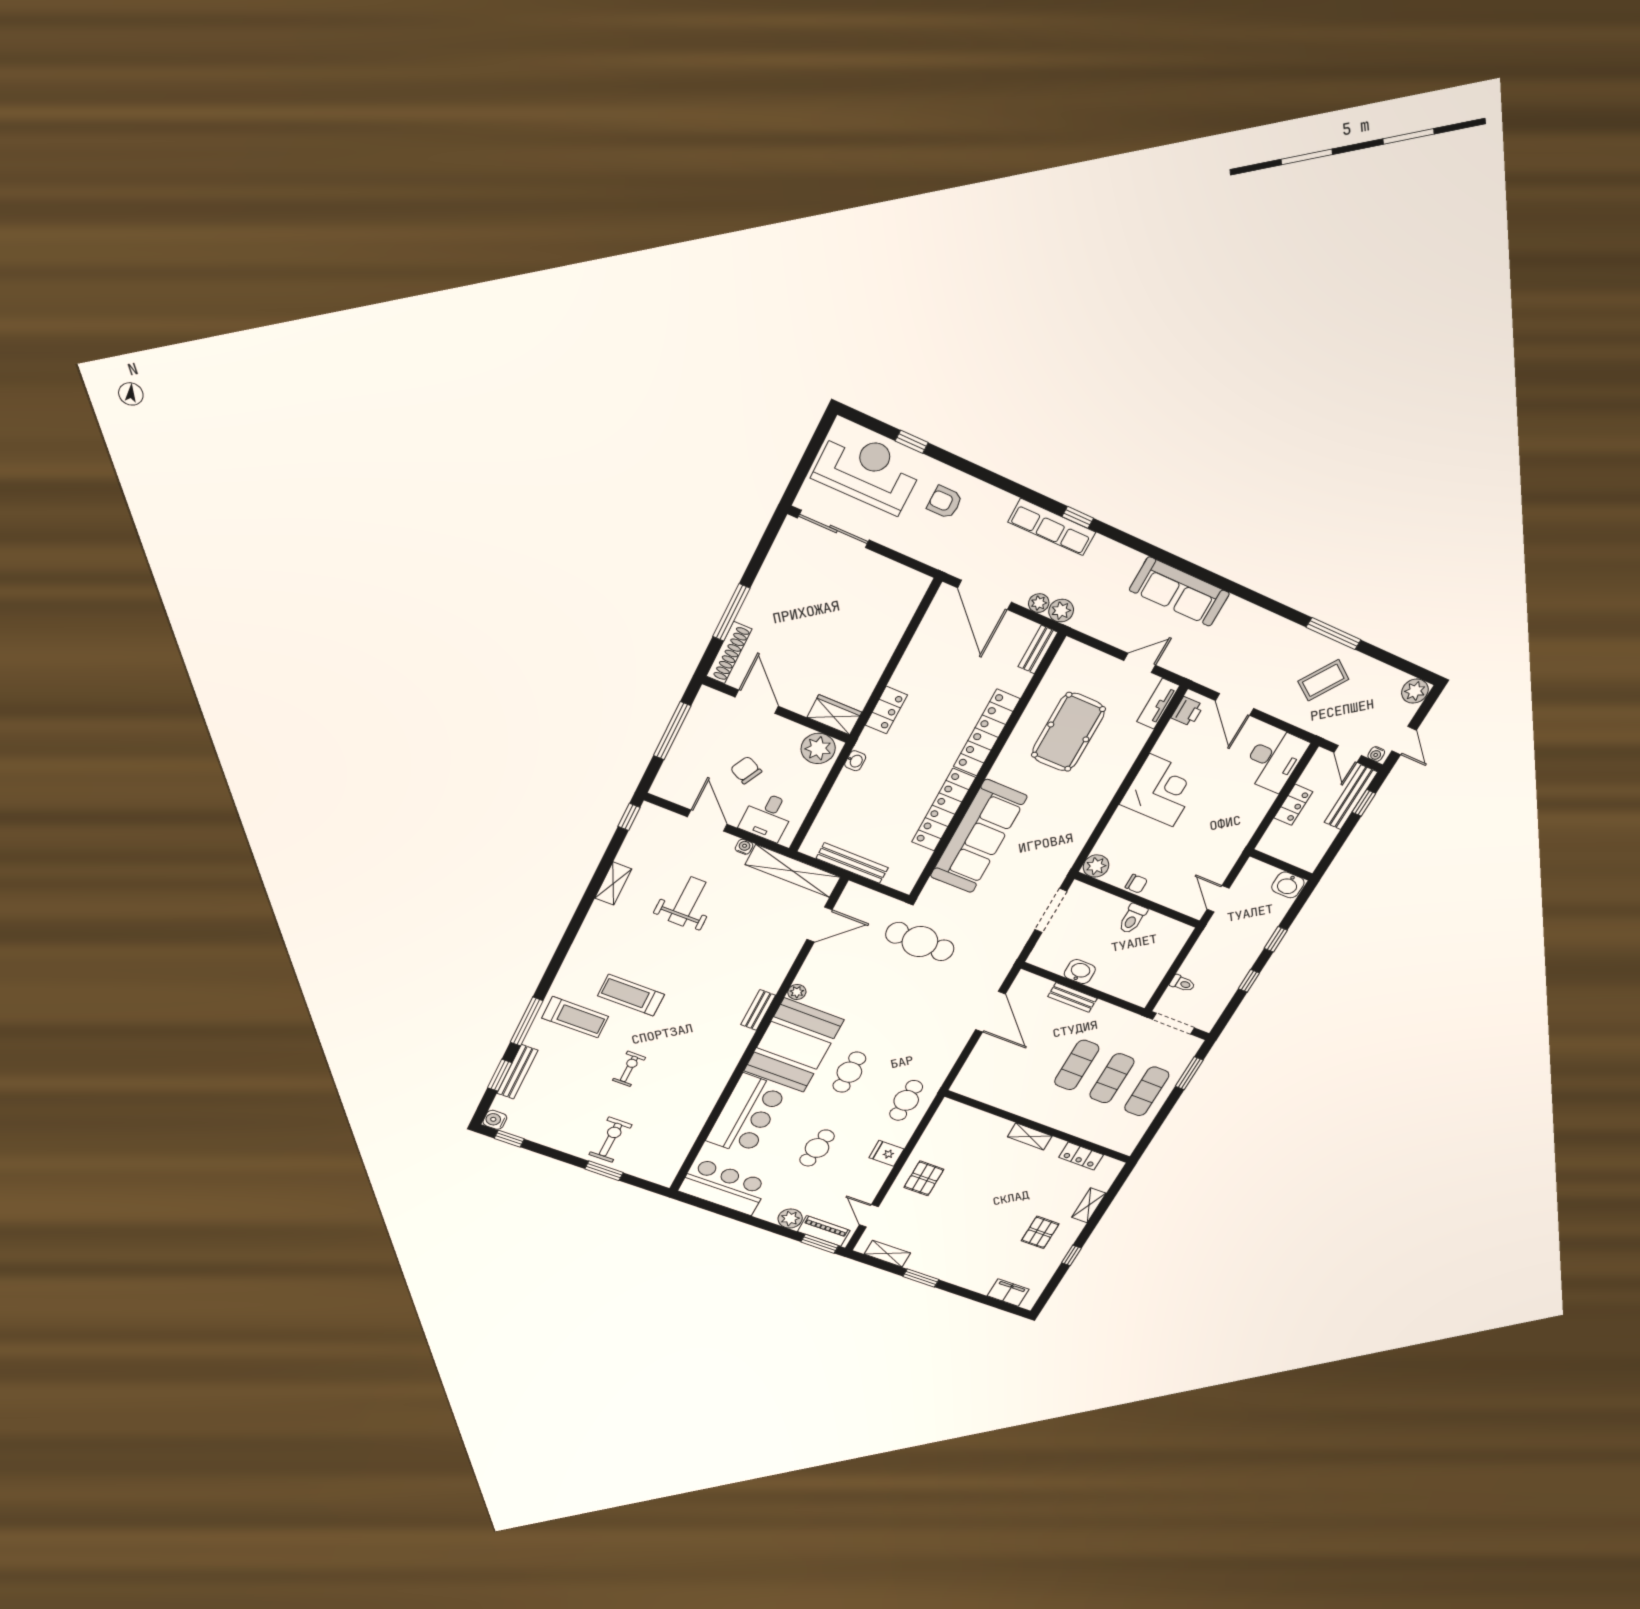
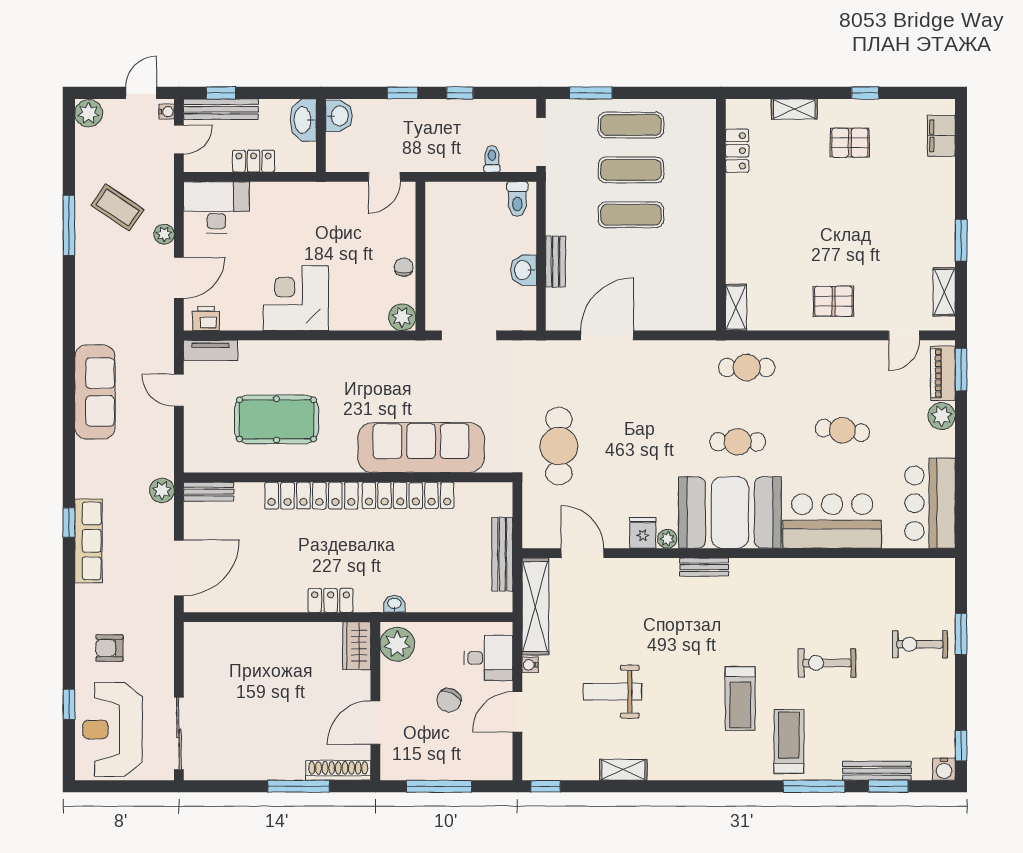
armchair: (945, 502) -> (110, 648), turned 90
plant: (1039, 603) -> (164, 234), moved
washbasin: (1302, 857) -> (303, 120), added
toilet: (1133, 919) -> (517, 199), moved, turned 90
exercise bike: (629, 1069) -> (827, 663), width x1.38, depth x1.39
shelving: (1030, 1136) -> (736, 308), moved
fridge: (886, 1153) -> (643, 533), moved, turned 180

